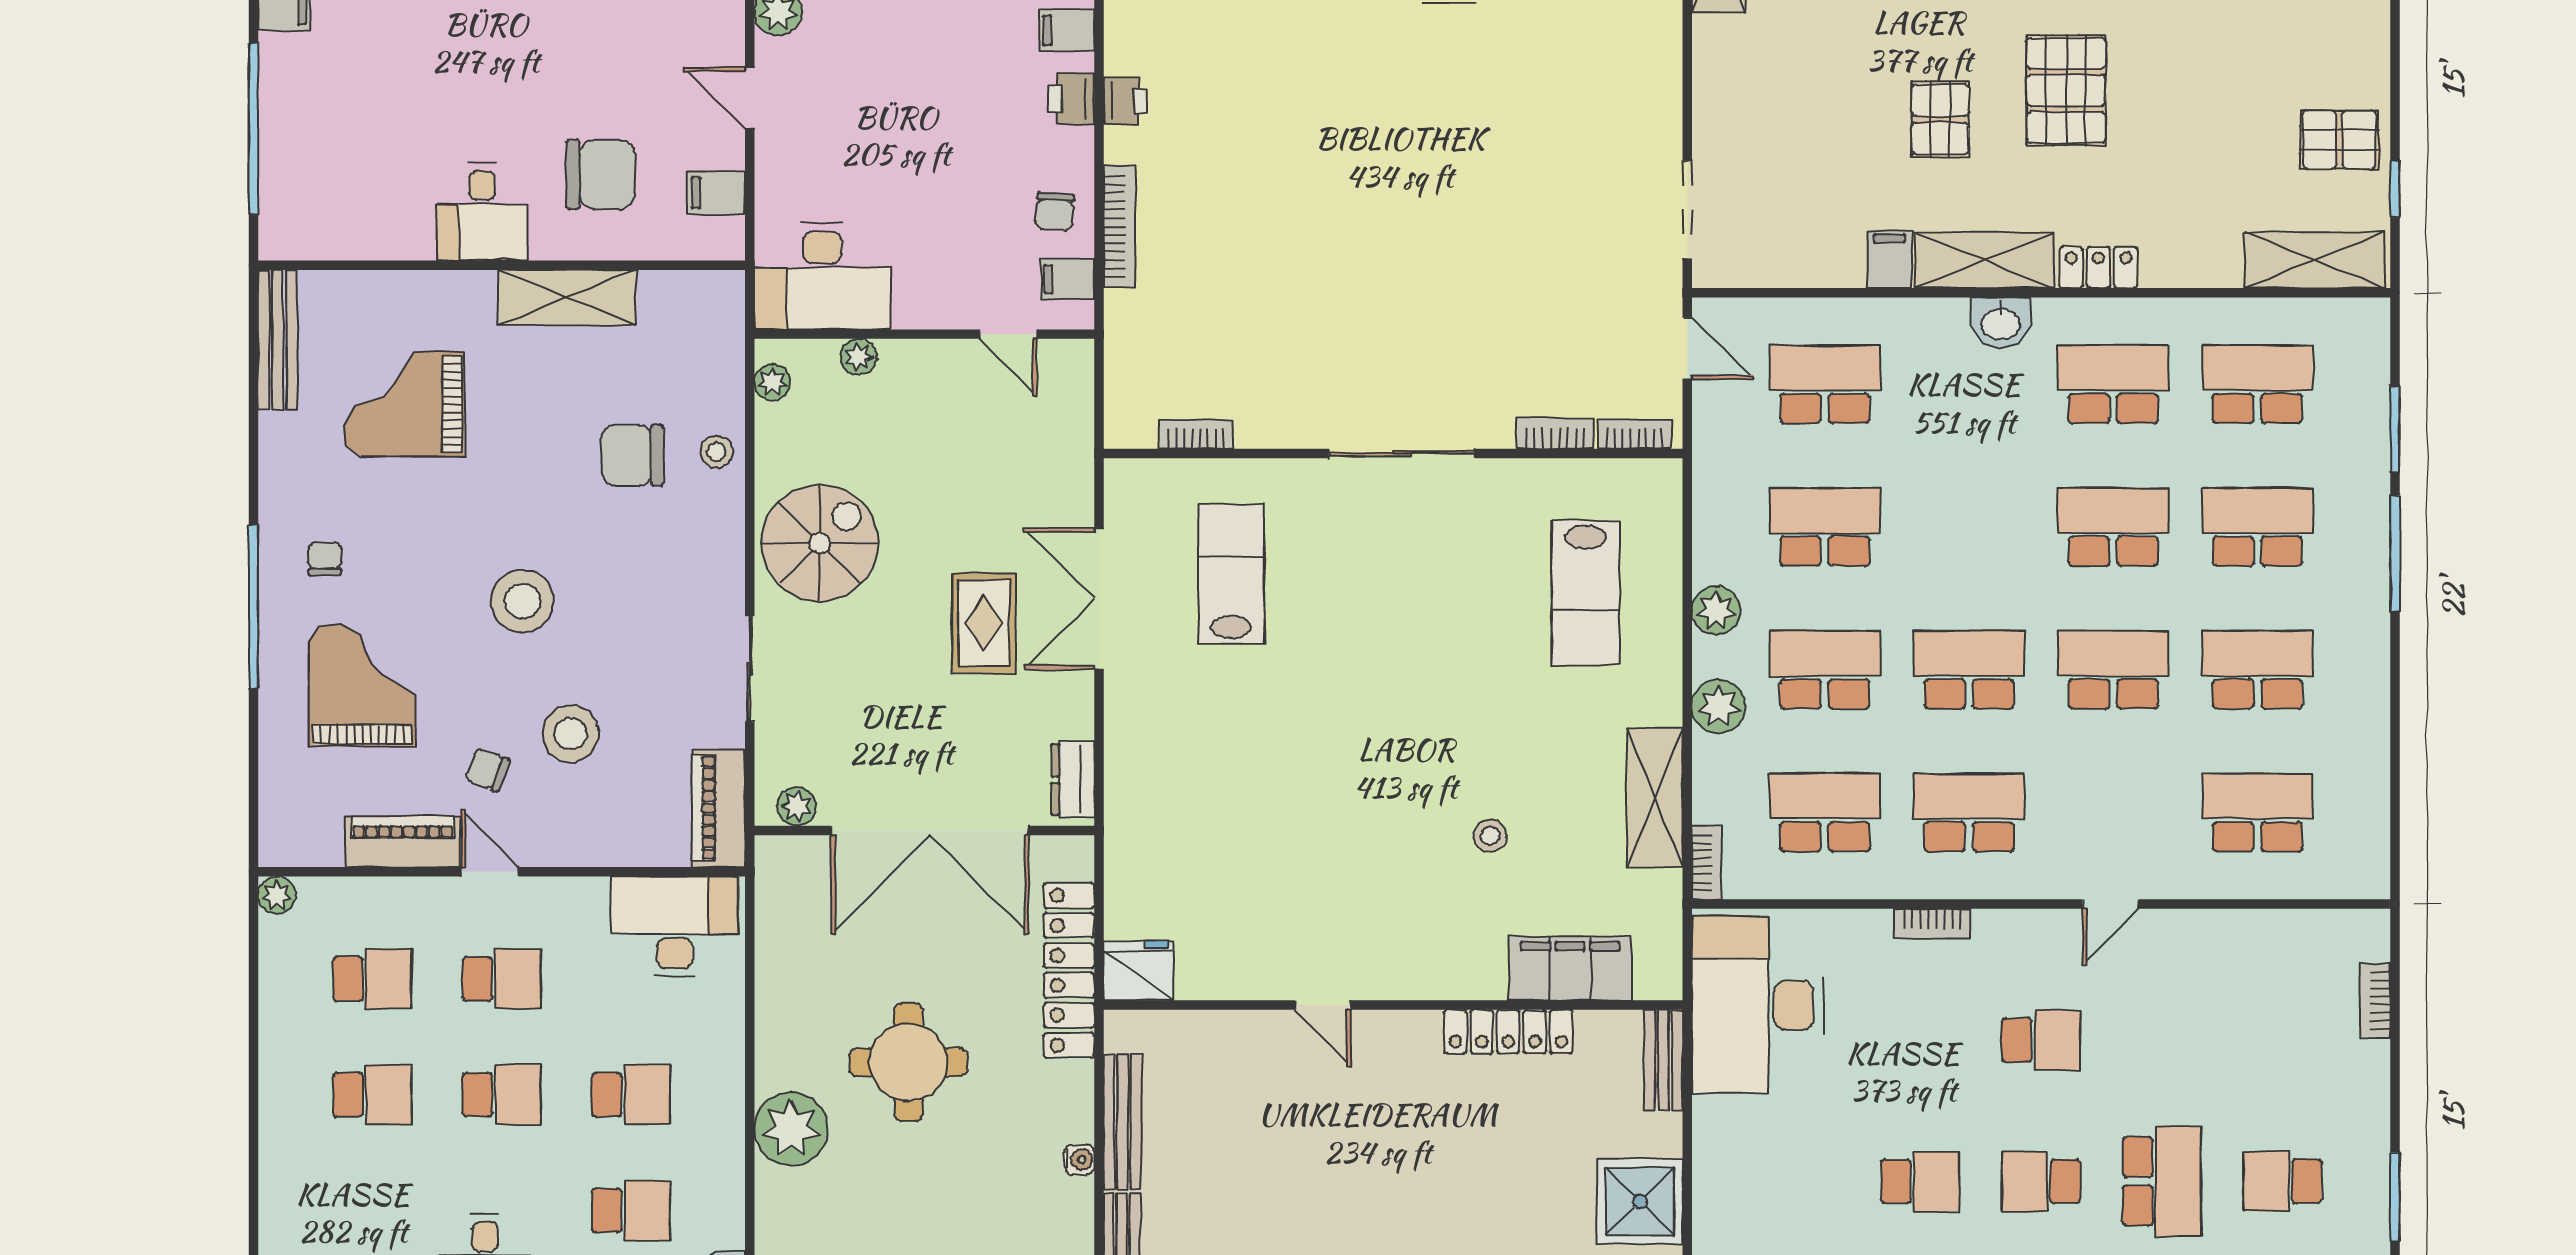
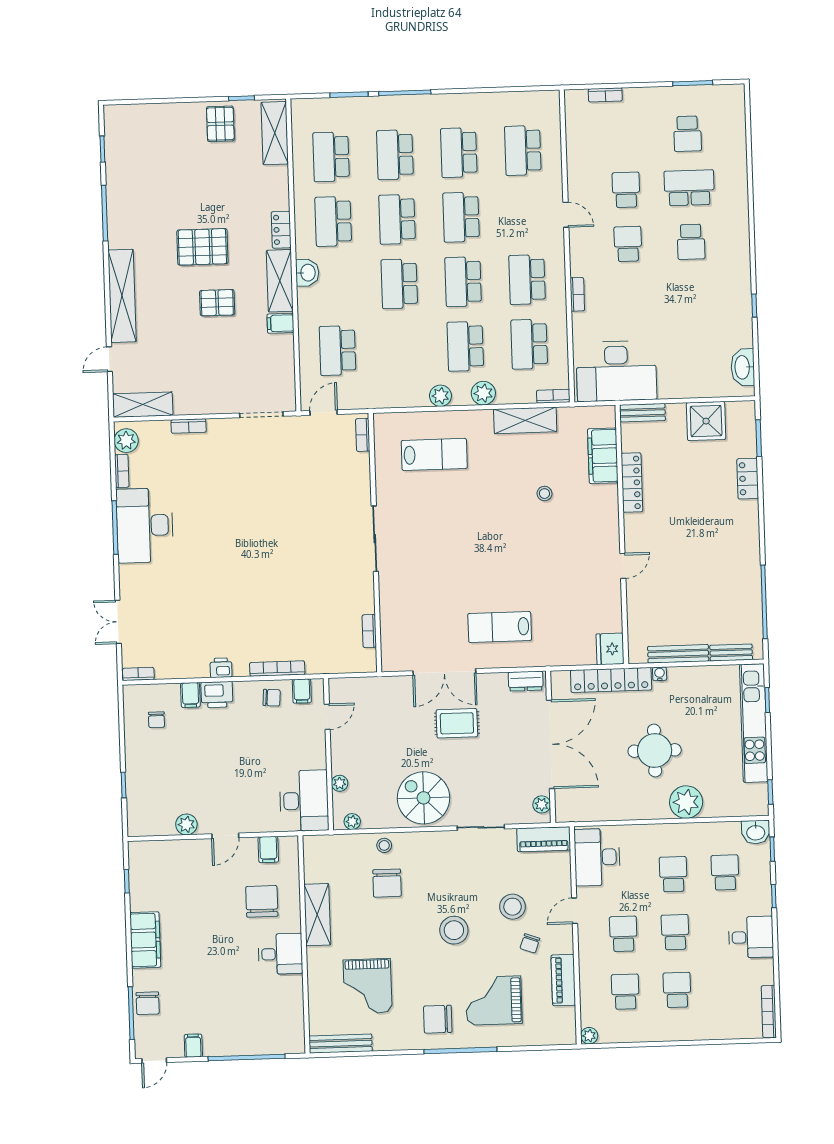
printer: (1071, 99) -> (217, 695), width x1.36, depth x1.24
bookcase: (1555, 434) -> (189, 426), moved, turned -90
school desk: (1825, 527) -> (399, 284), moved
chair: (325, 559) -> (438, 1019), width x1.87, depth x1.87
lab bench: (1231, 574) -> (500, 627), moved
door: (490, 872) -> (575, 911), moved
water cooler: (1079, 1160) -> (660, 674), moved
school desk: (1920, 1181) -> (626, 190), moved

